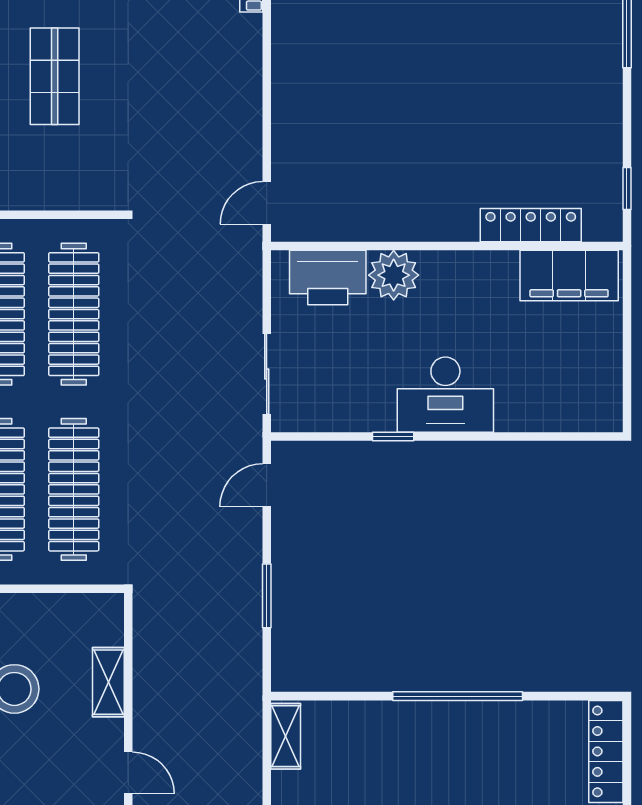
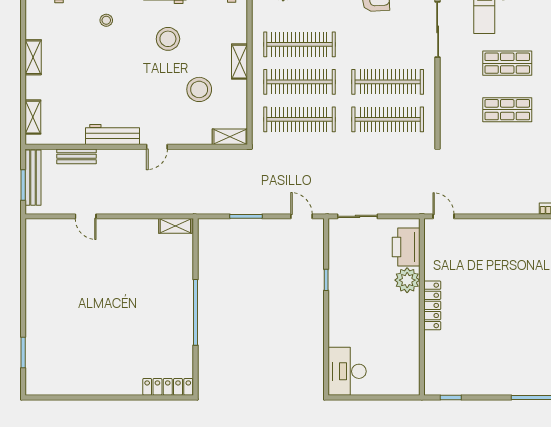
locker: (531, 225) -> (432, 305), moved
filing cabinet: (569, 275) -> (407, 368), removed
desk: (445, 395) -> (347, 371), moved
shelving: (108, 682) -> (230, 137), moved

